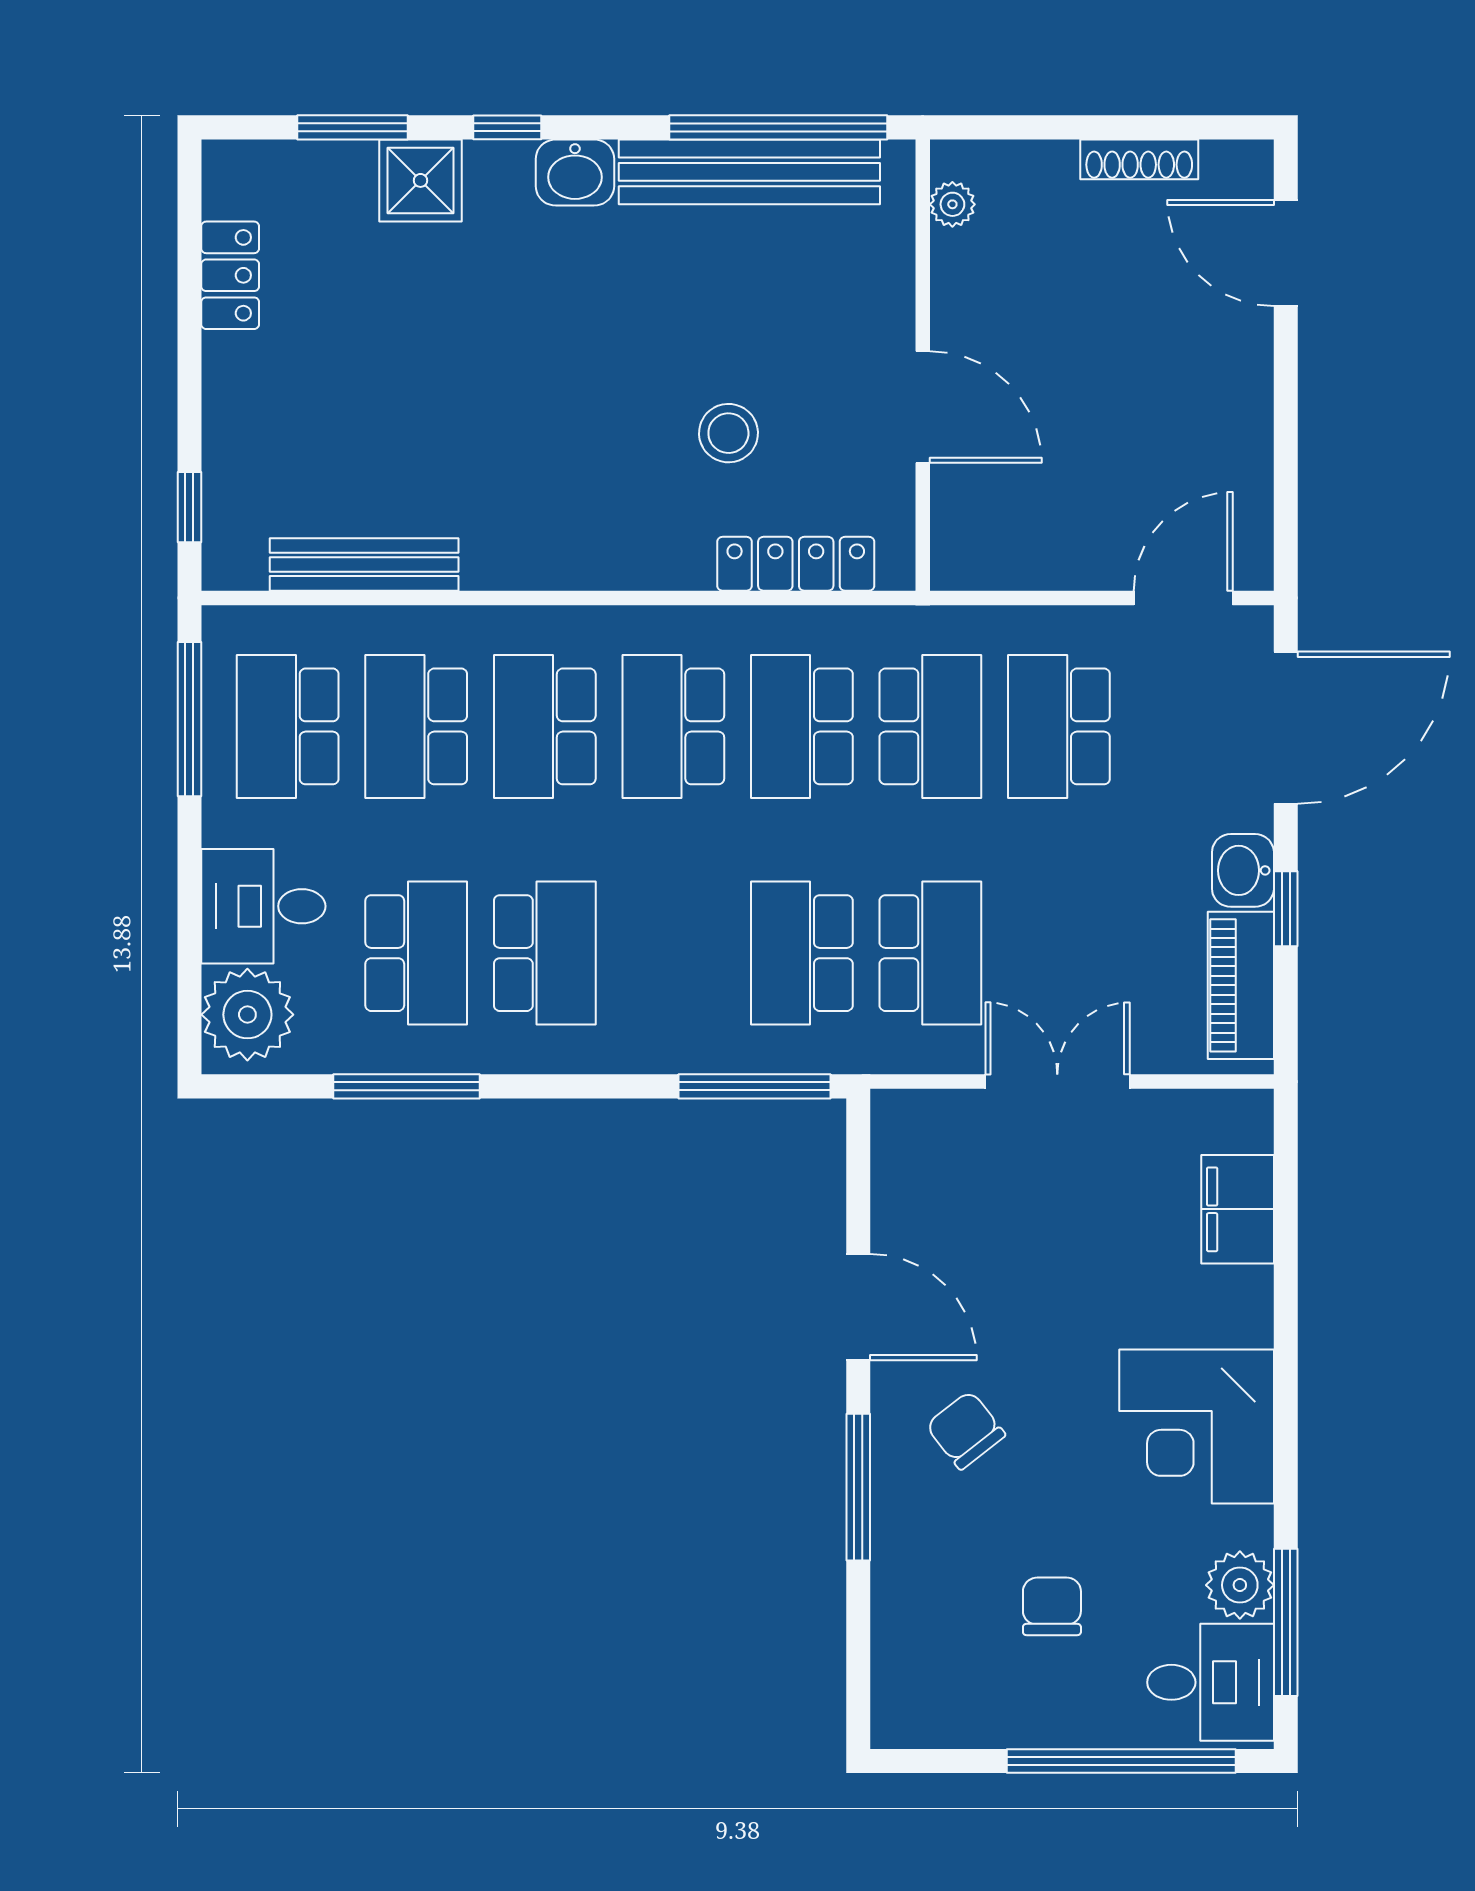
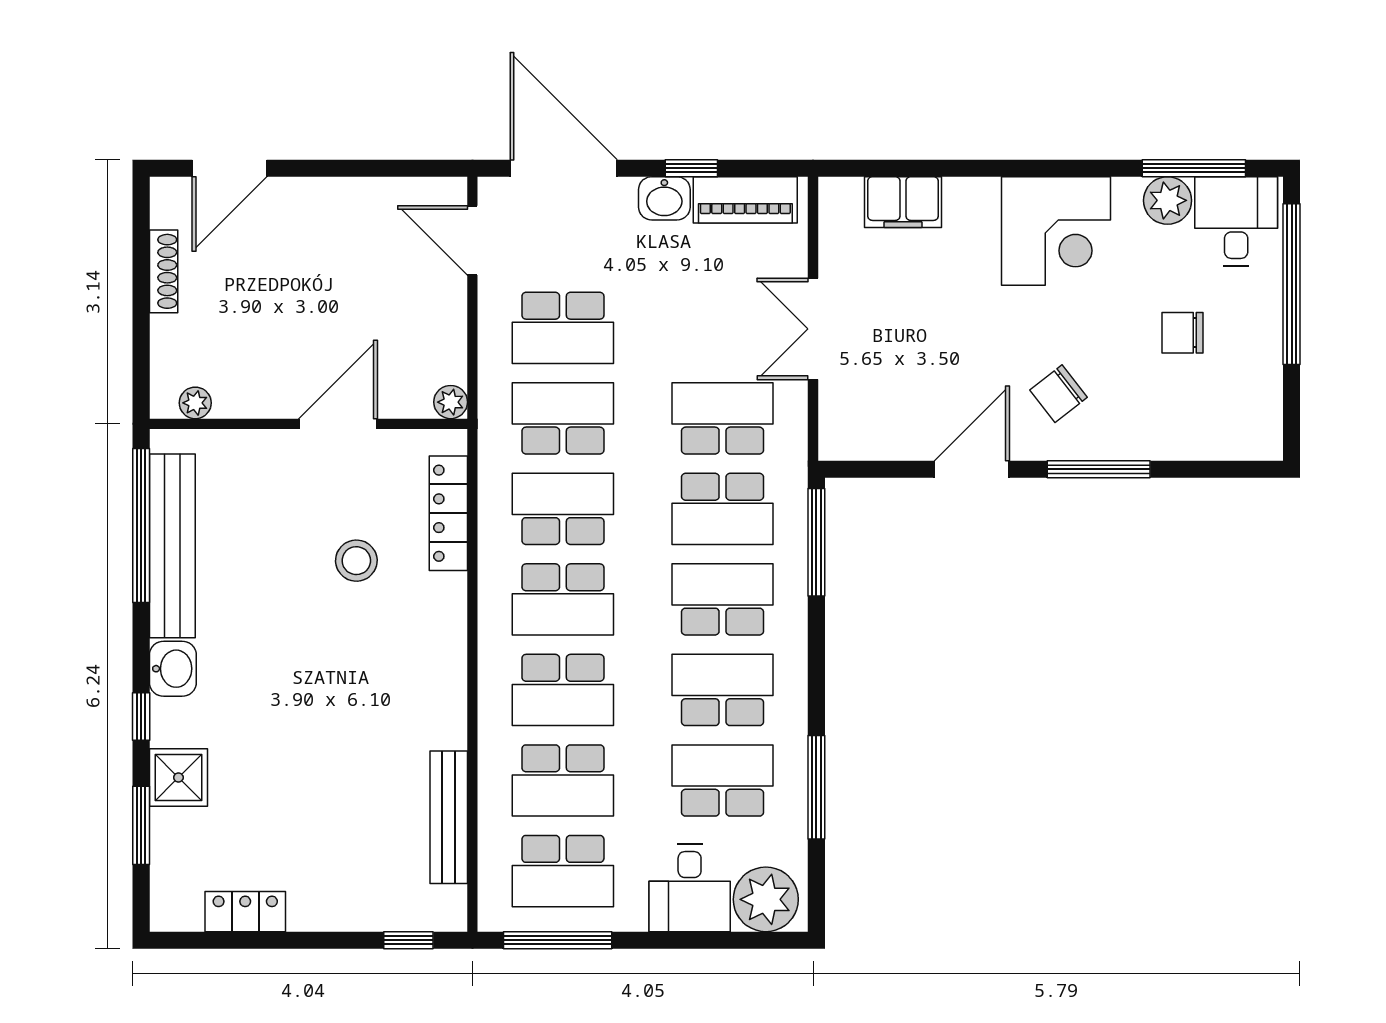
plant: (954, 567) -> (451, 402), added
school desk: (802, 726) -> (563, 509), turned 180
school desk: (673, 953) -> (723, 599), added

